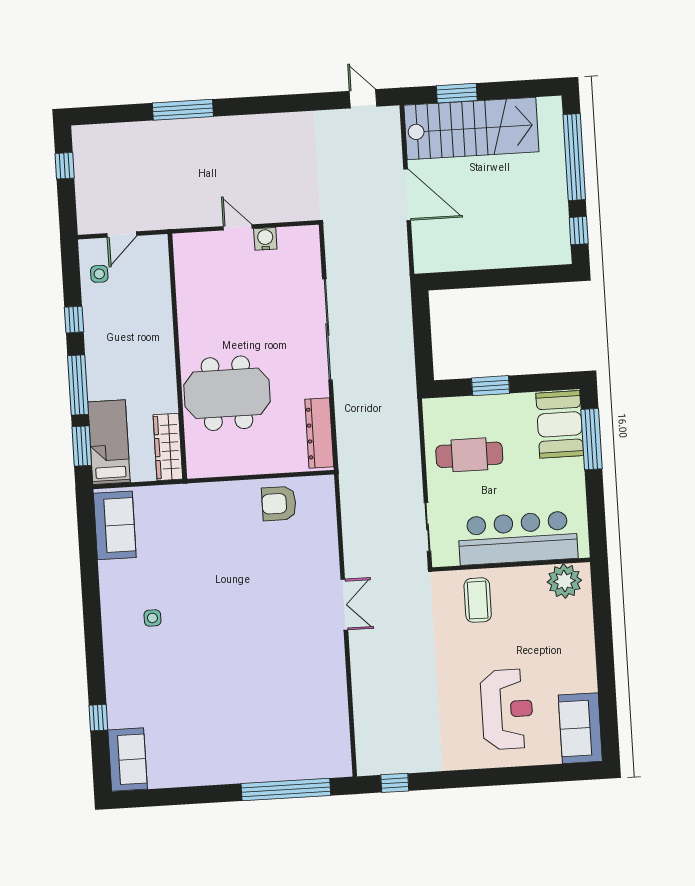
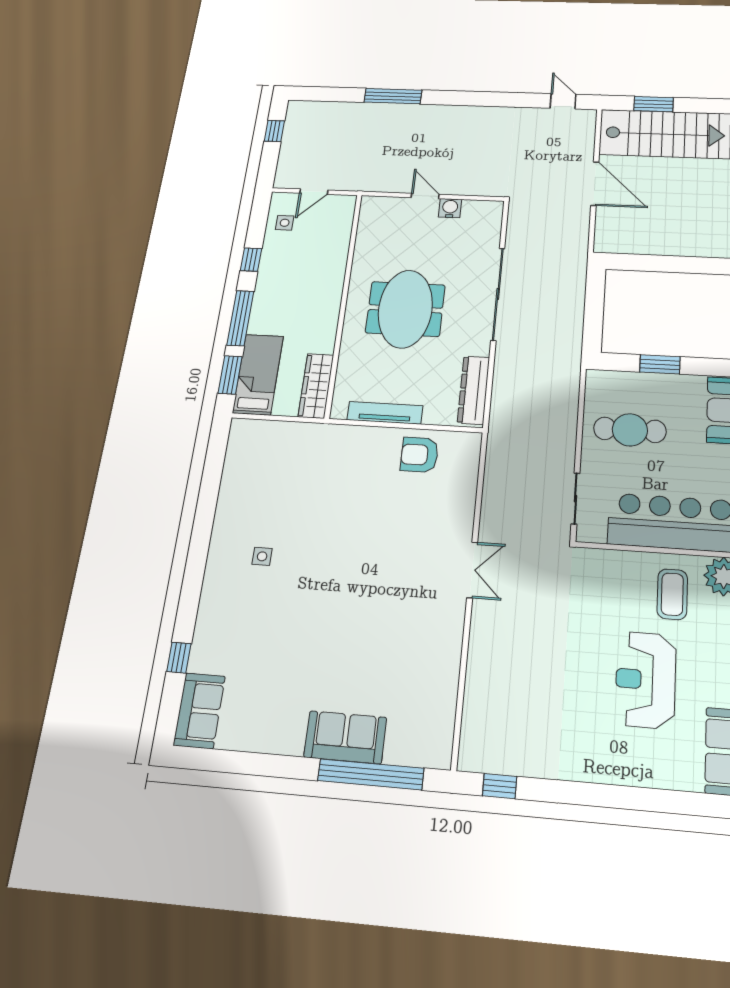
meeting table: (227, 393) -> (405, 309), moved, turned 90
tv unit: (239, 466) -> (385, 413), added
sofa: (115, 525) -> (345, 737), moved, turned -90
coffee table: (478, 600) -> (672, 594), moved
reception desk: (507, 709) -> (646, 680), moved, turned 180

